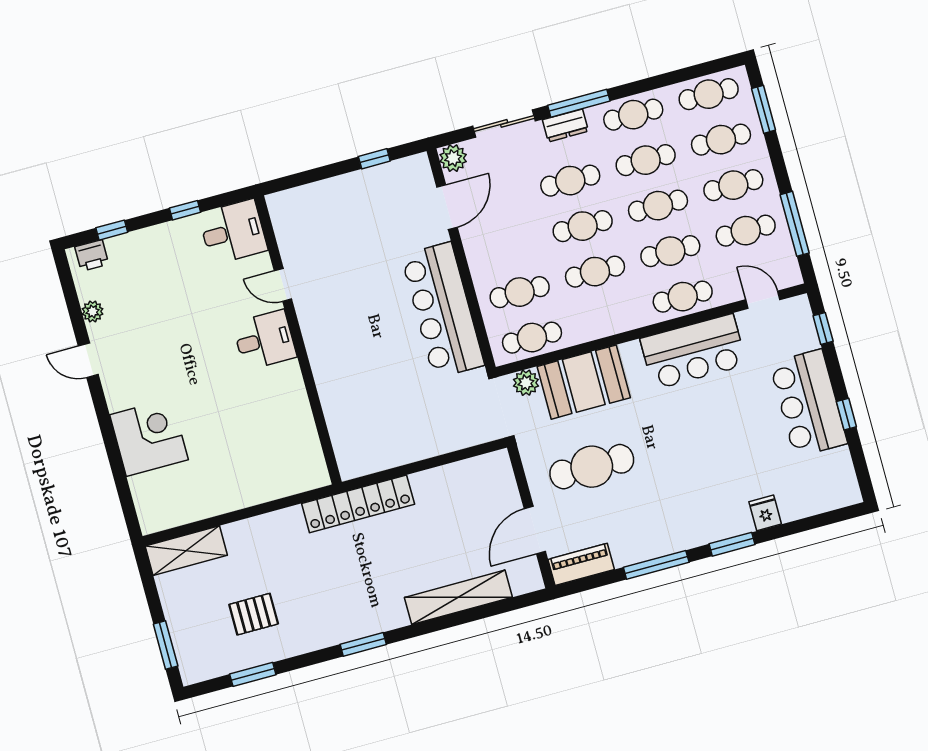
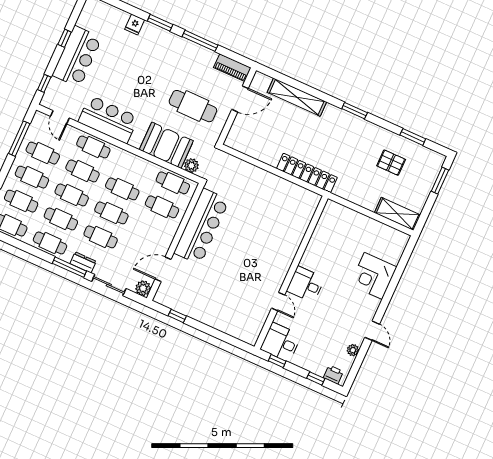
desk: (233, 232) -> (281, 342), moved
door: (283, 285) -> (278, 302), moved
desk: (265, 340) -> (306, 284), moved
wall: (298, 340) -> (291, 273), moved

